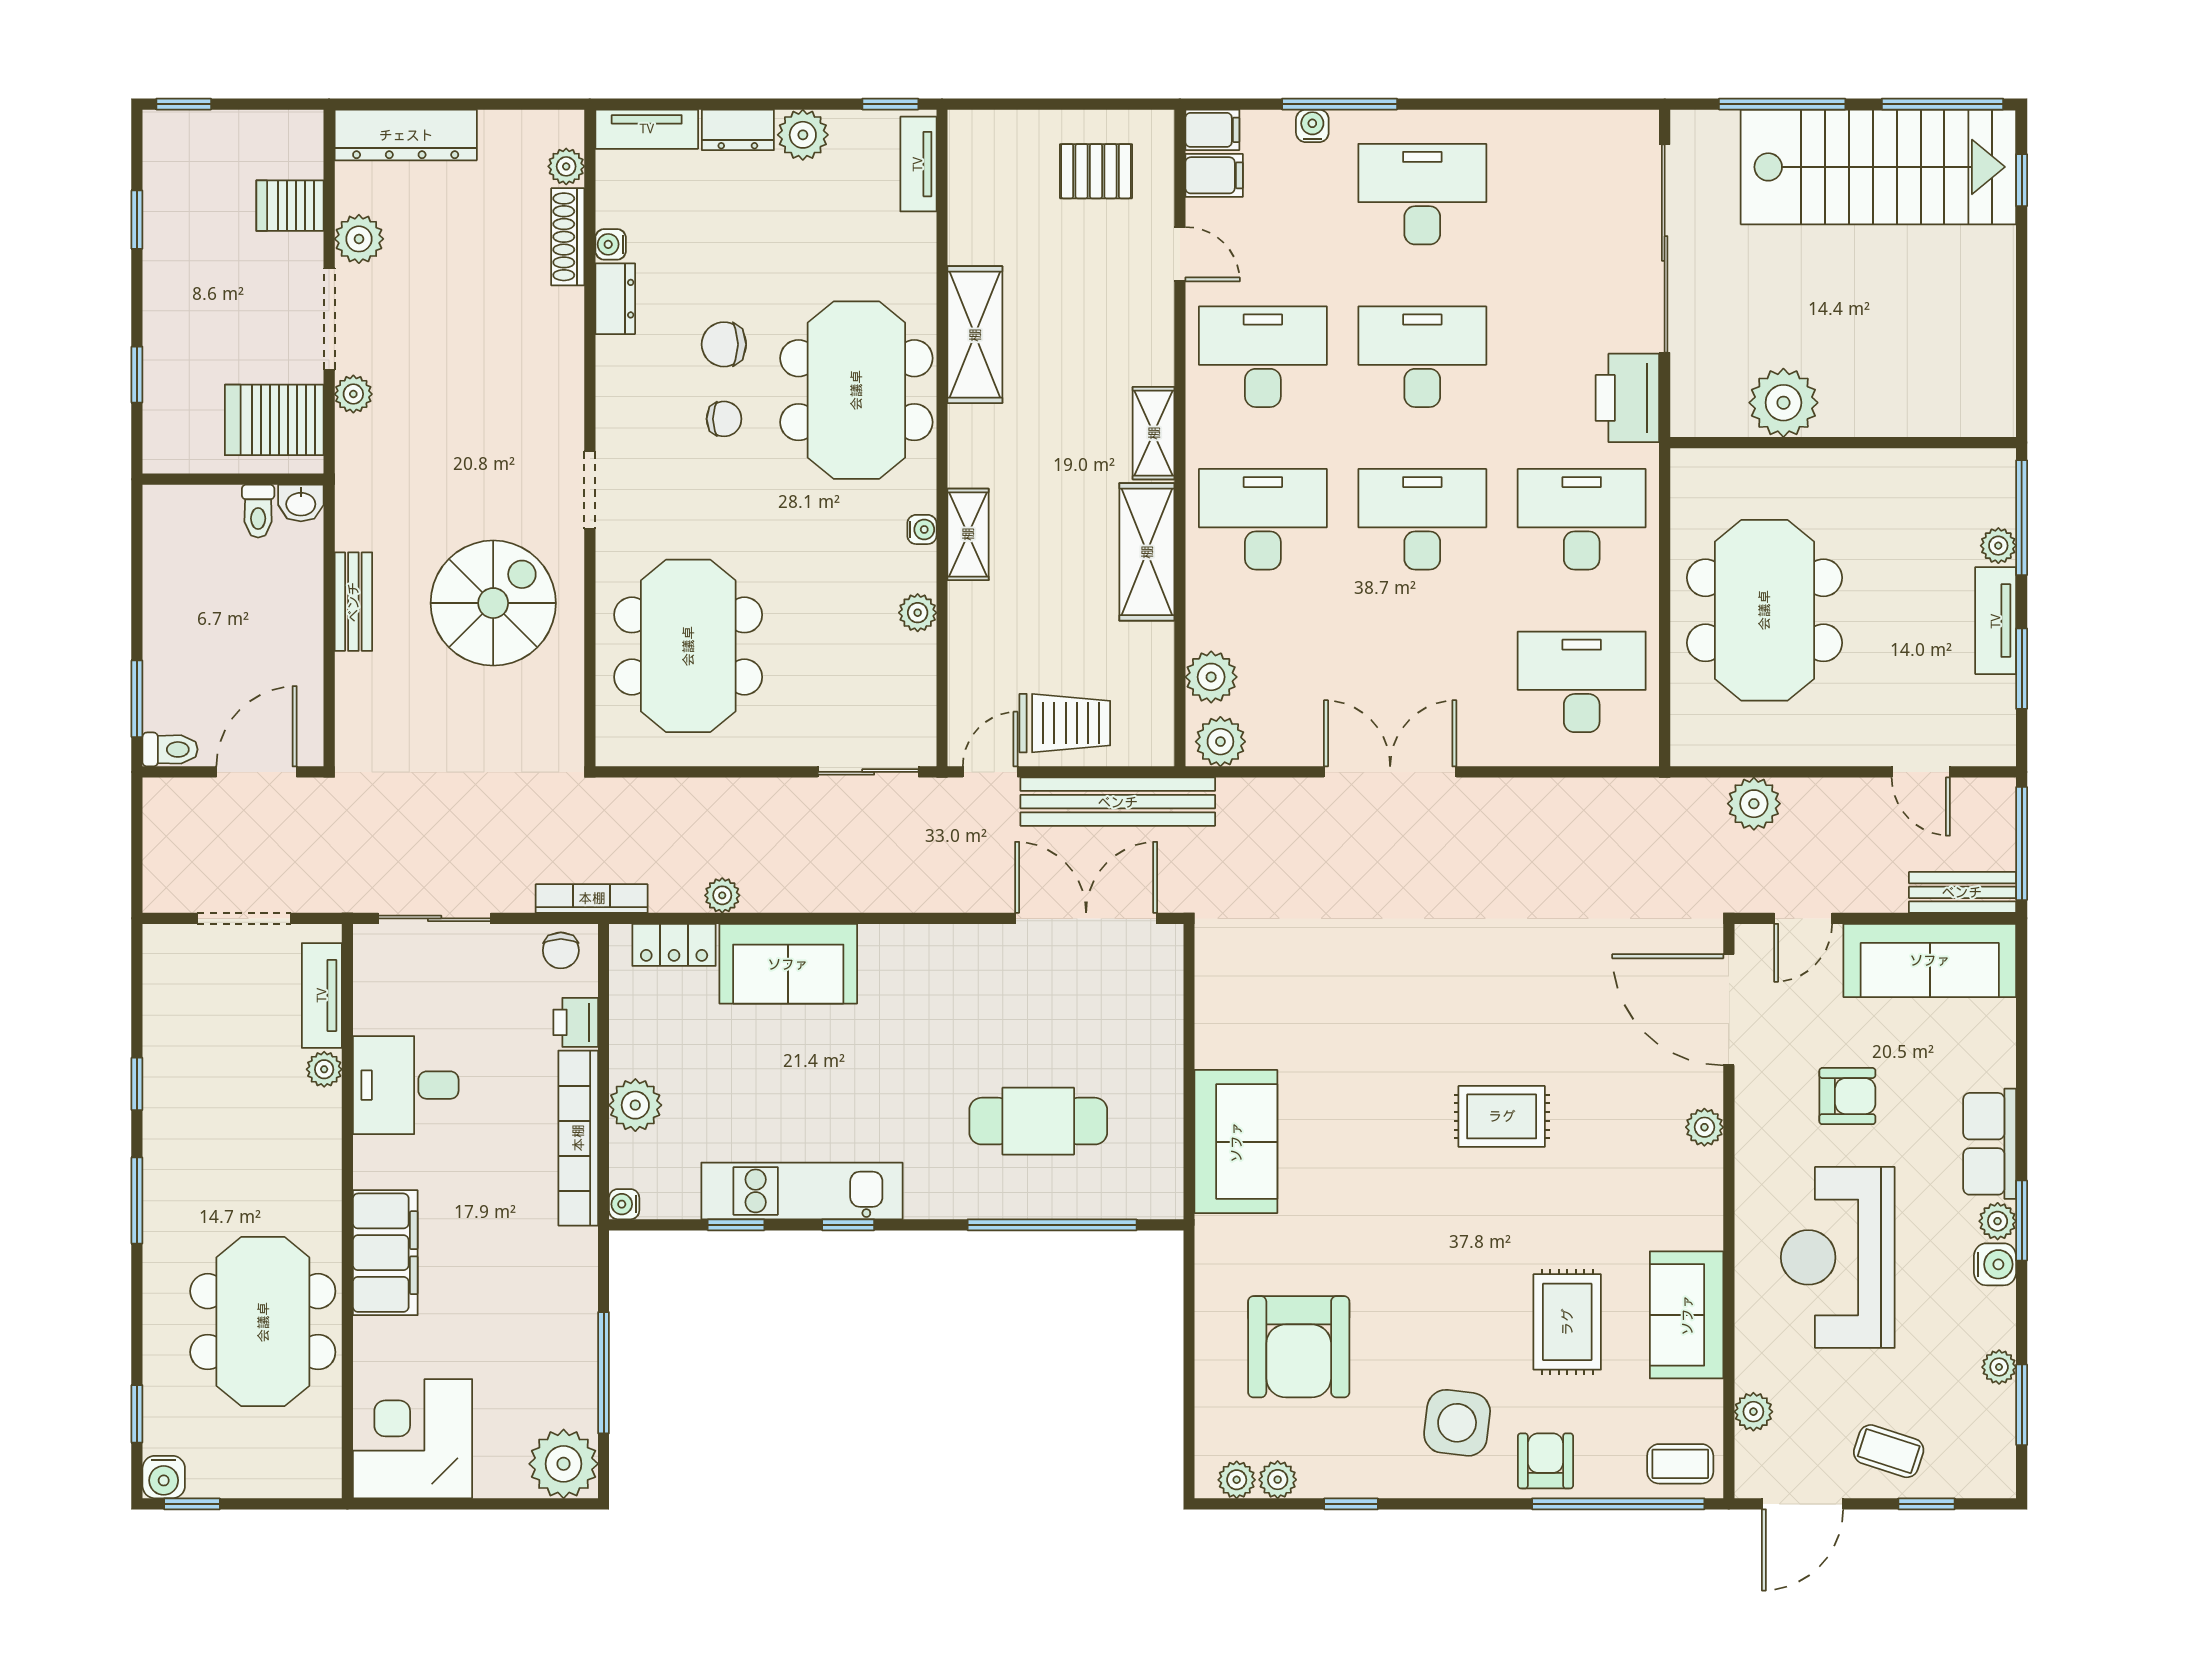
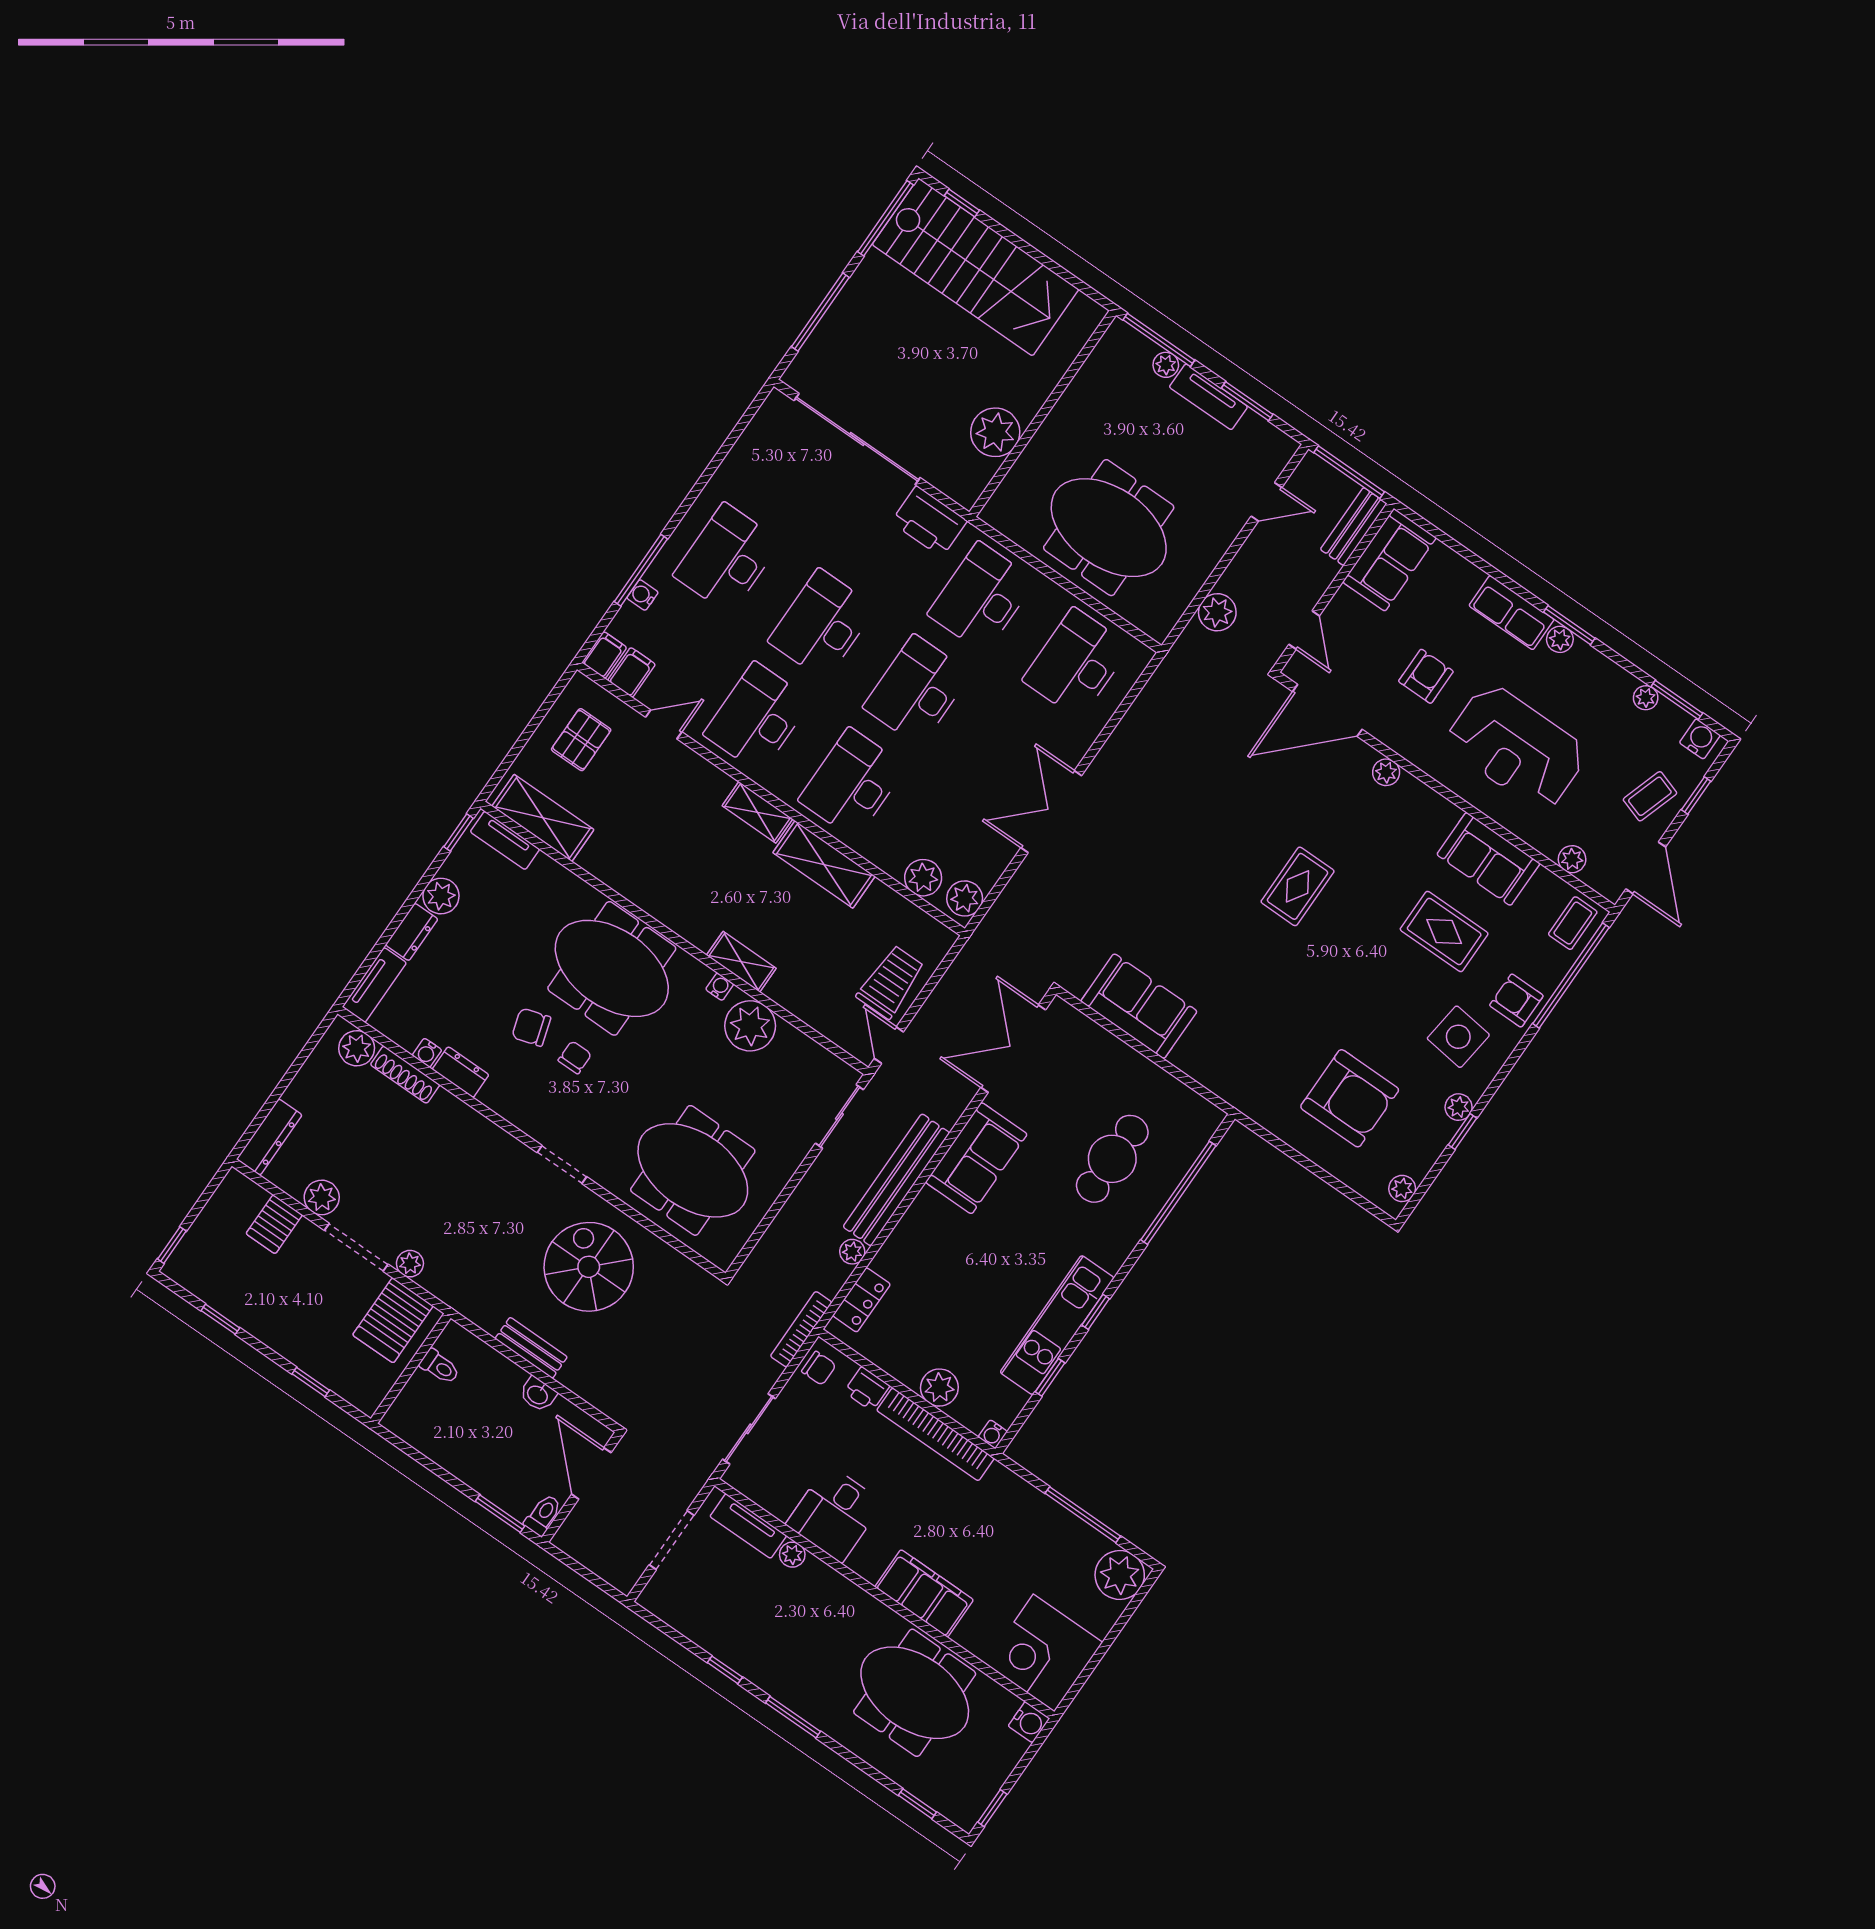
dresser: (406, 135) -> (269, 1137), width x0.73, depth x0.80
plant: (566, 166) -> (357, 1048), width x1.38, depth x1.38
stairs: (1878, 167) -> (976, 267), moved, turned 90
shelving: (975, 335) -> (543, 818), moved
chair: (724, 344) -> (531, 1027), turned 73
washbasin: (301, 503) -> (538, 1394), moved, turned 90
plant: (918, 613) -> (750, 1026), width x1.88, depth x1.88
bench: (1118, 802) -> (896, 1180), moved
sofa: (1930, 960) -> (1389, 560), width x0.73
sofa: (788, 964) -> (976, 1158), moved
sofa: (1236, 1142) -> (1139, 1006), moved
water cooler: (1995, 1264) -> (1700, 739), moved
water cooler: (164, 1477) -> (1029, 1722), moved
plant: (1278, 1480) -> (1459, 1107), moved

